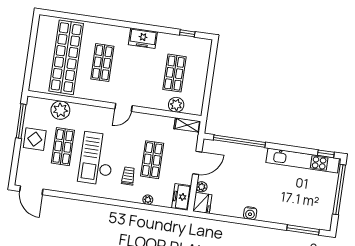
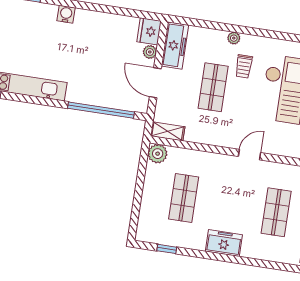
plant: (176, 105) -> (158, 154), moved
door: (197, 163) -> (155, 83), hinge flipped
freezer: (181, 197) -> (175, 46), width x1.40
plant: (148, 200) -> (234, 38), moved
water cooler: (250, 213) -> (66, 14), moved

